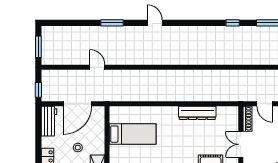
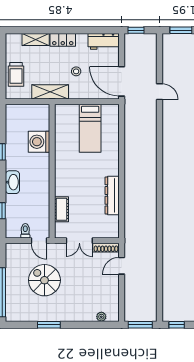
door: (97, 67) -> (160, 92), hinge flipped
door: (77, 104) -> (122, 81), moved
double door: (241, 144) -> (79, 241), swing flipped

